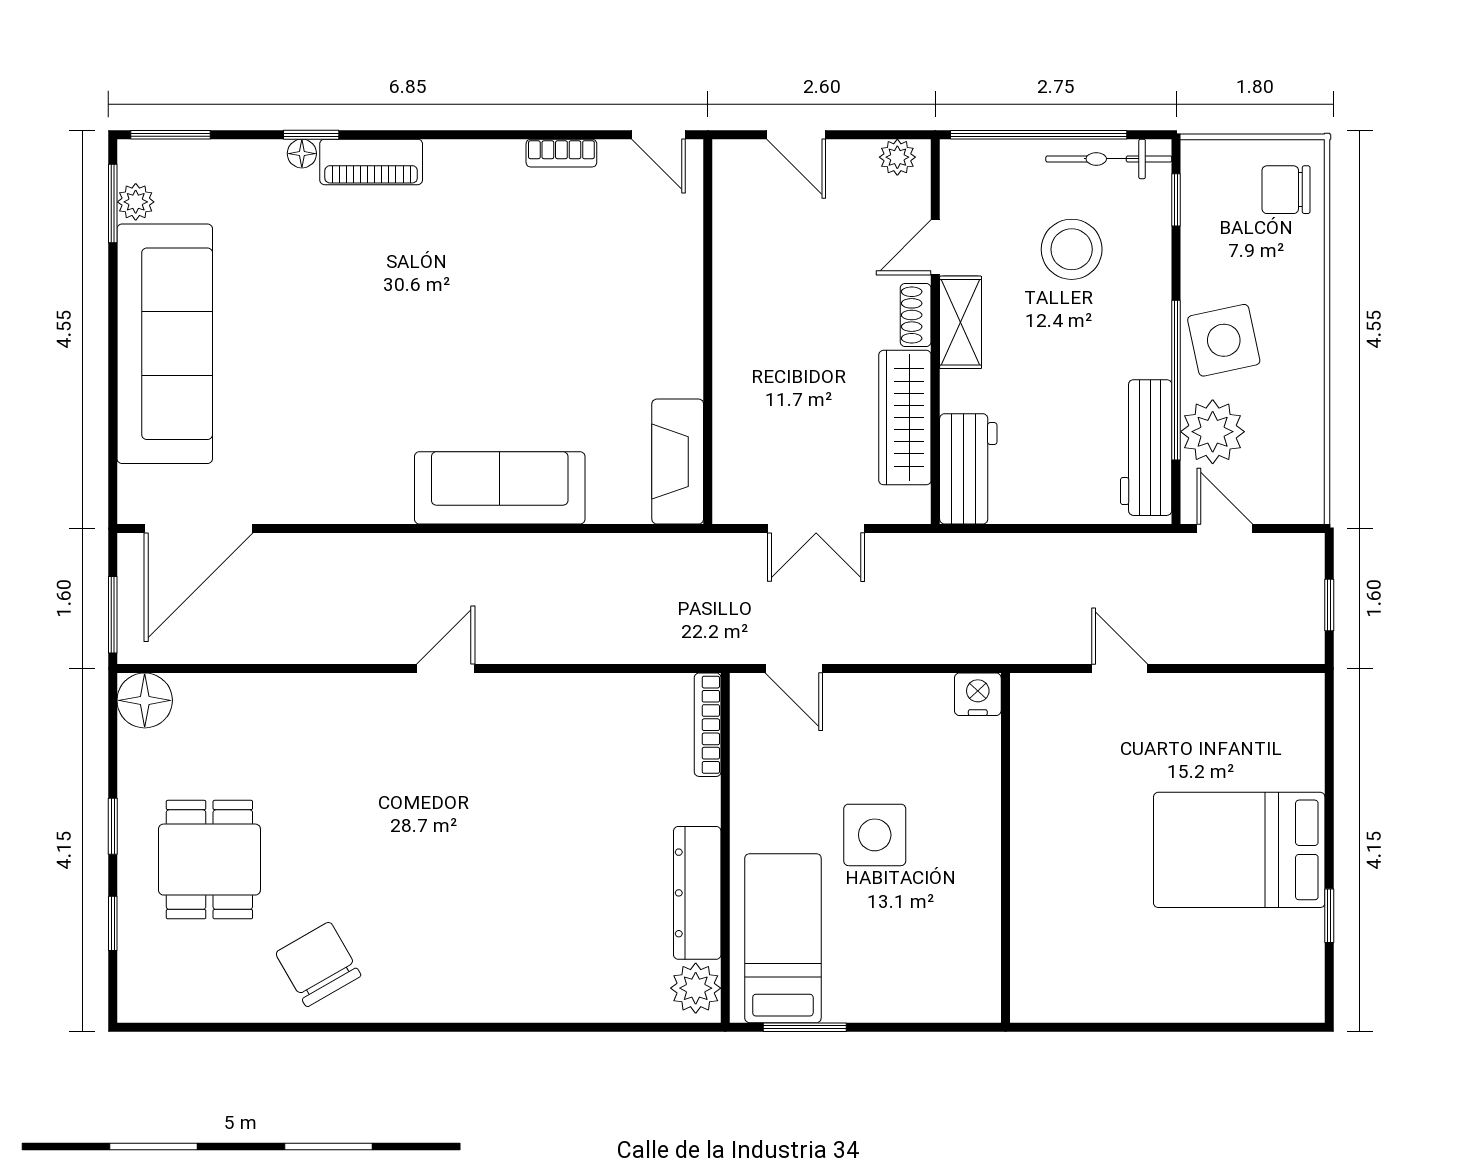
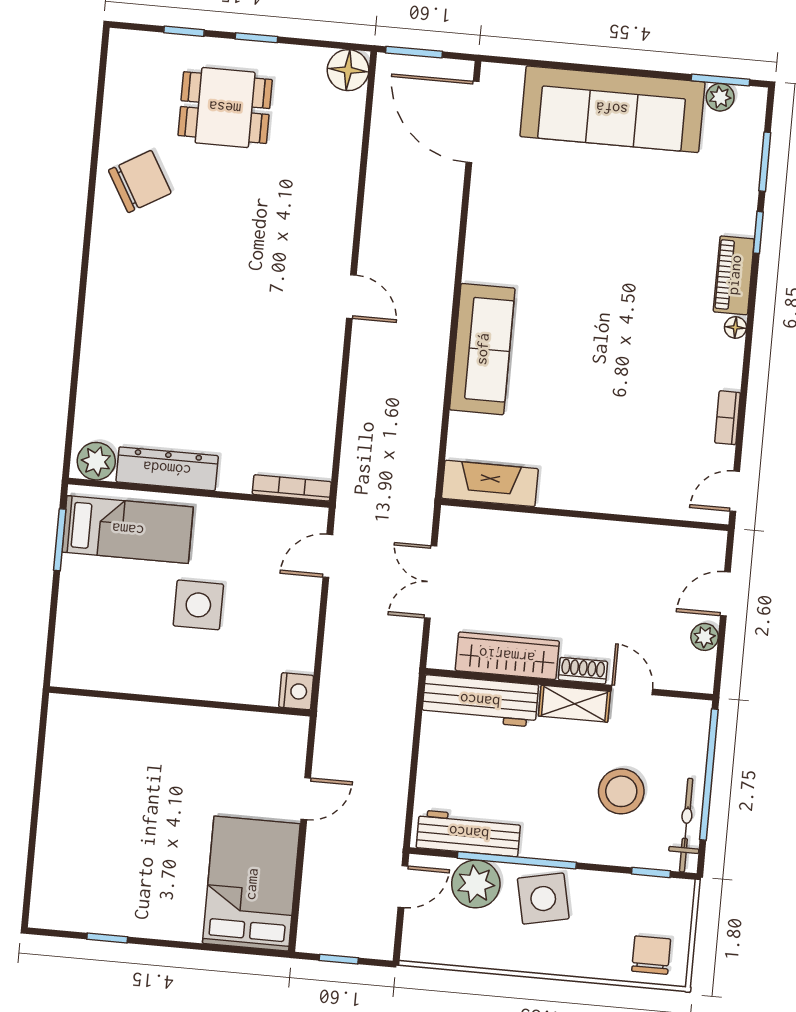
window: (170, 135) -> (765, 162), moved
floor lamp: (302, 154) -> (735, 327), moved
plant: (897, 157) -> (705, 637), moved
workbench: (968, 469) -> (480, 701), width x1.38
bed: (1239, 850) -> (251, 884), moved

